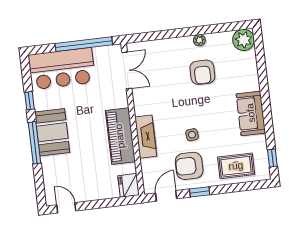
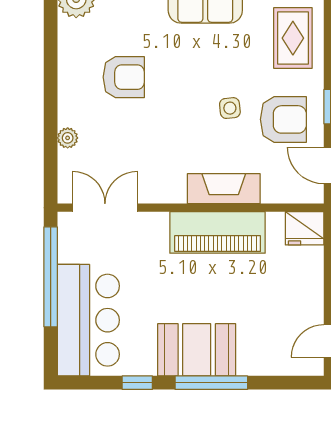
plant: (199, 40) -> (68, 138), moved
armchair: (189, 166) -> (283, 119), turned -90

